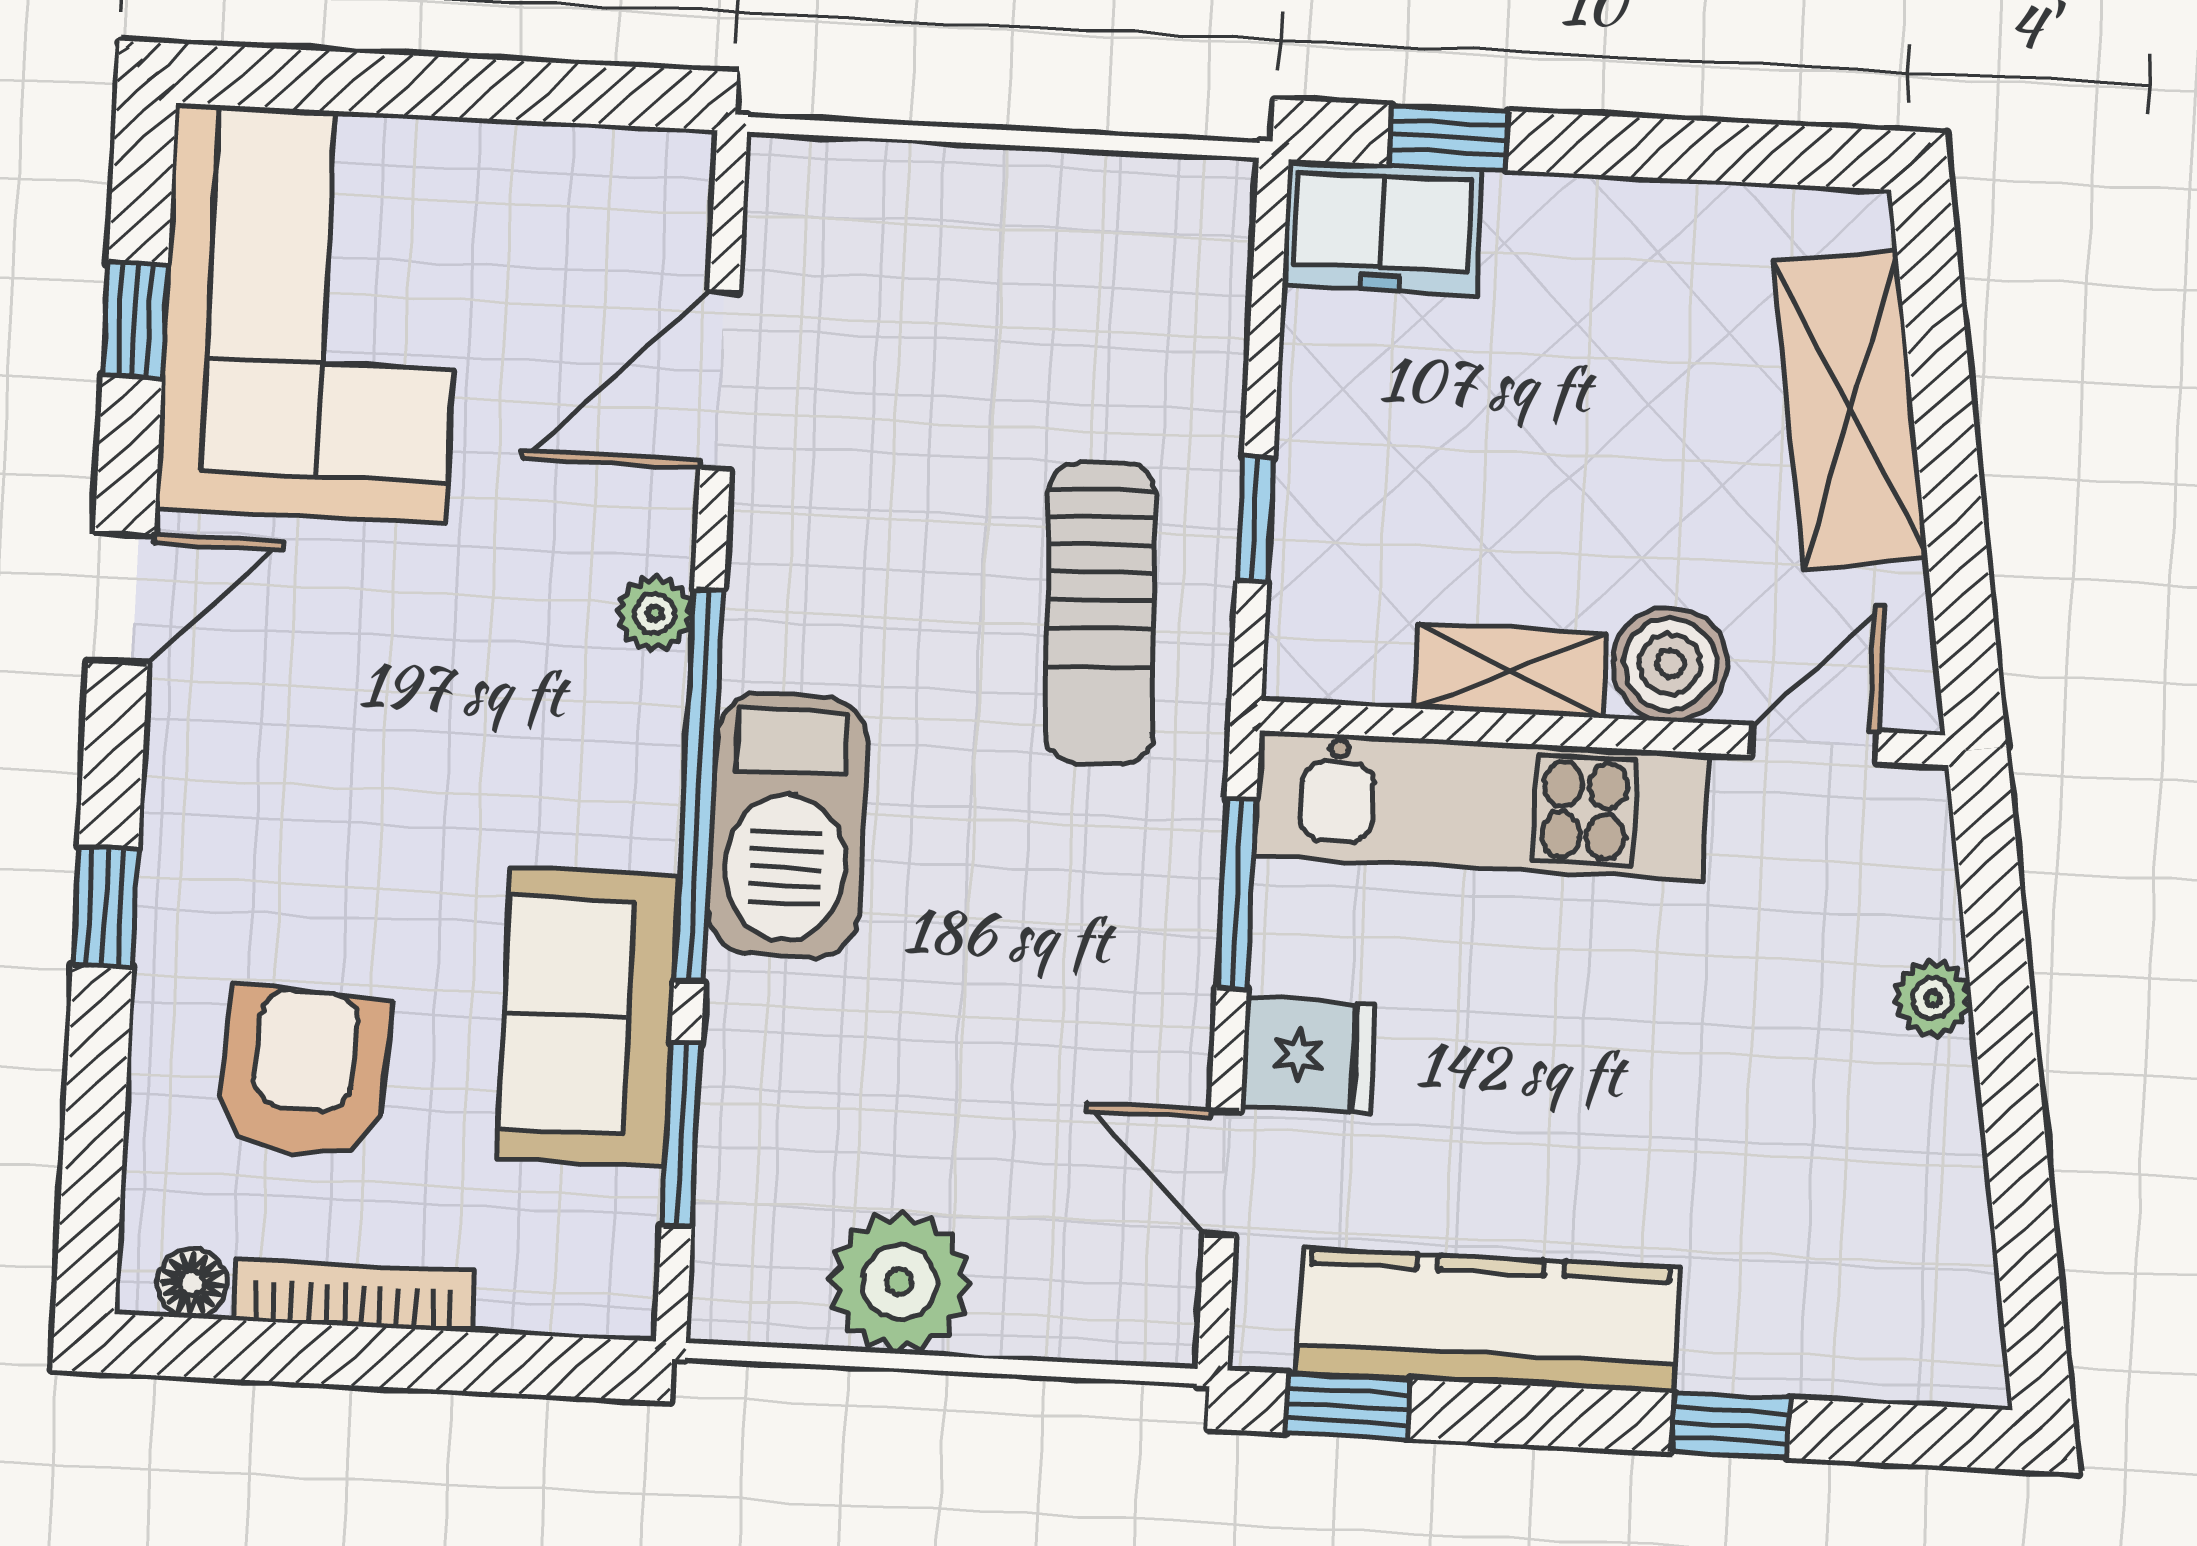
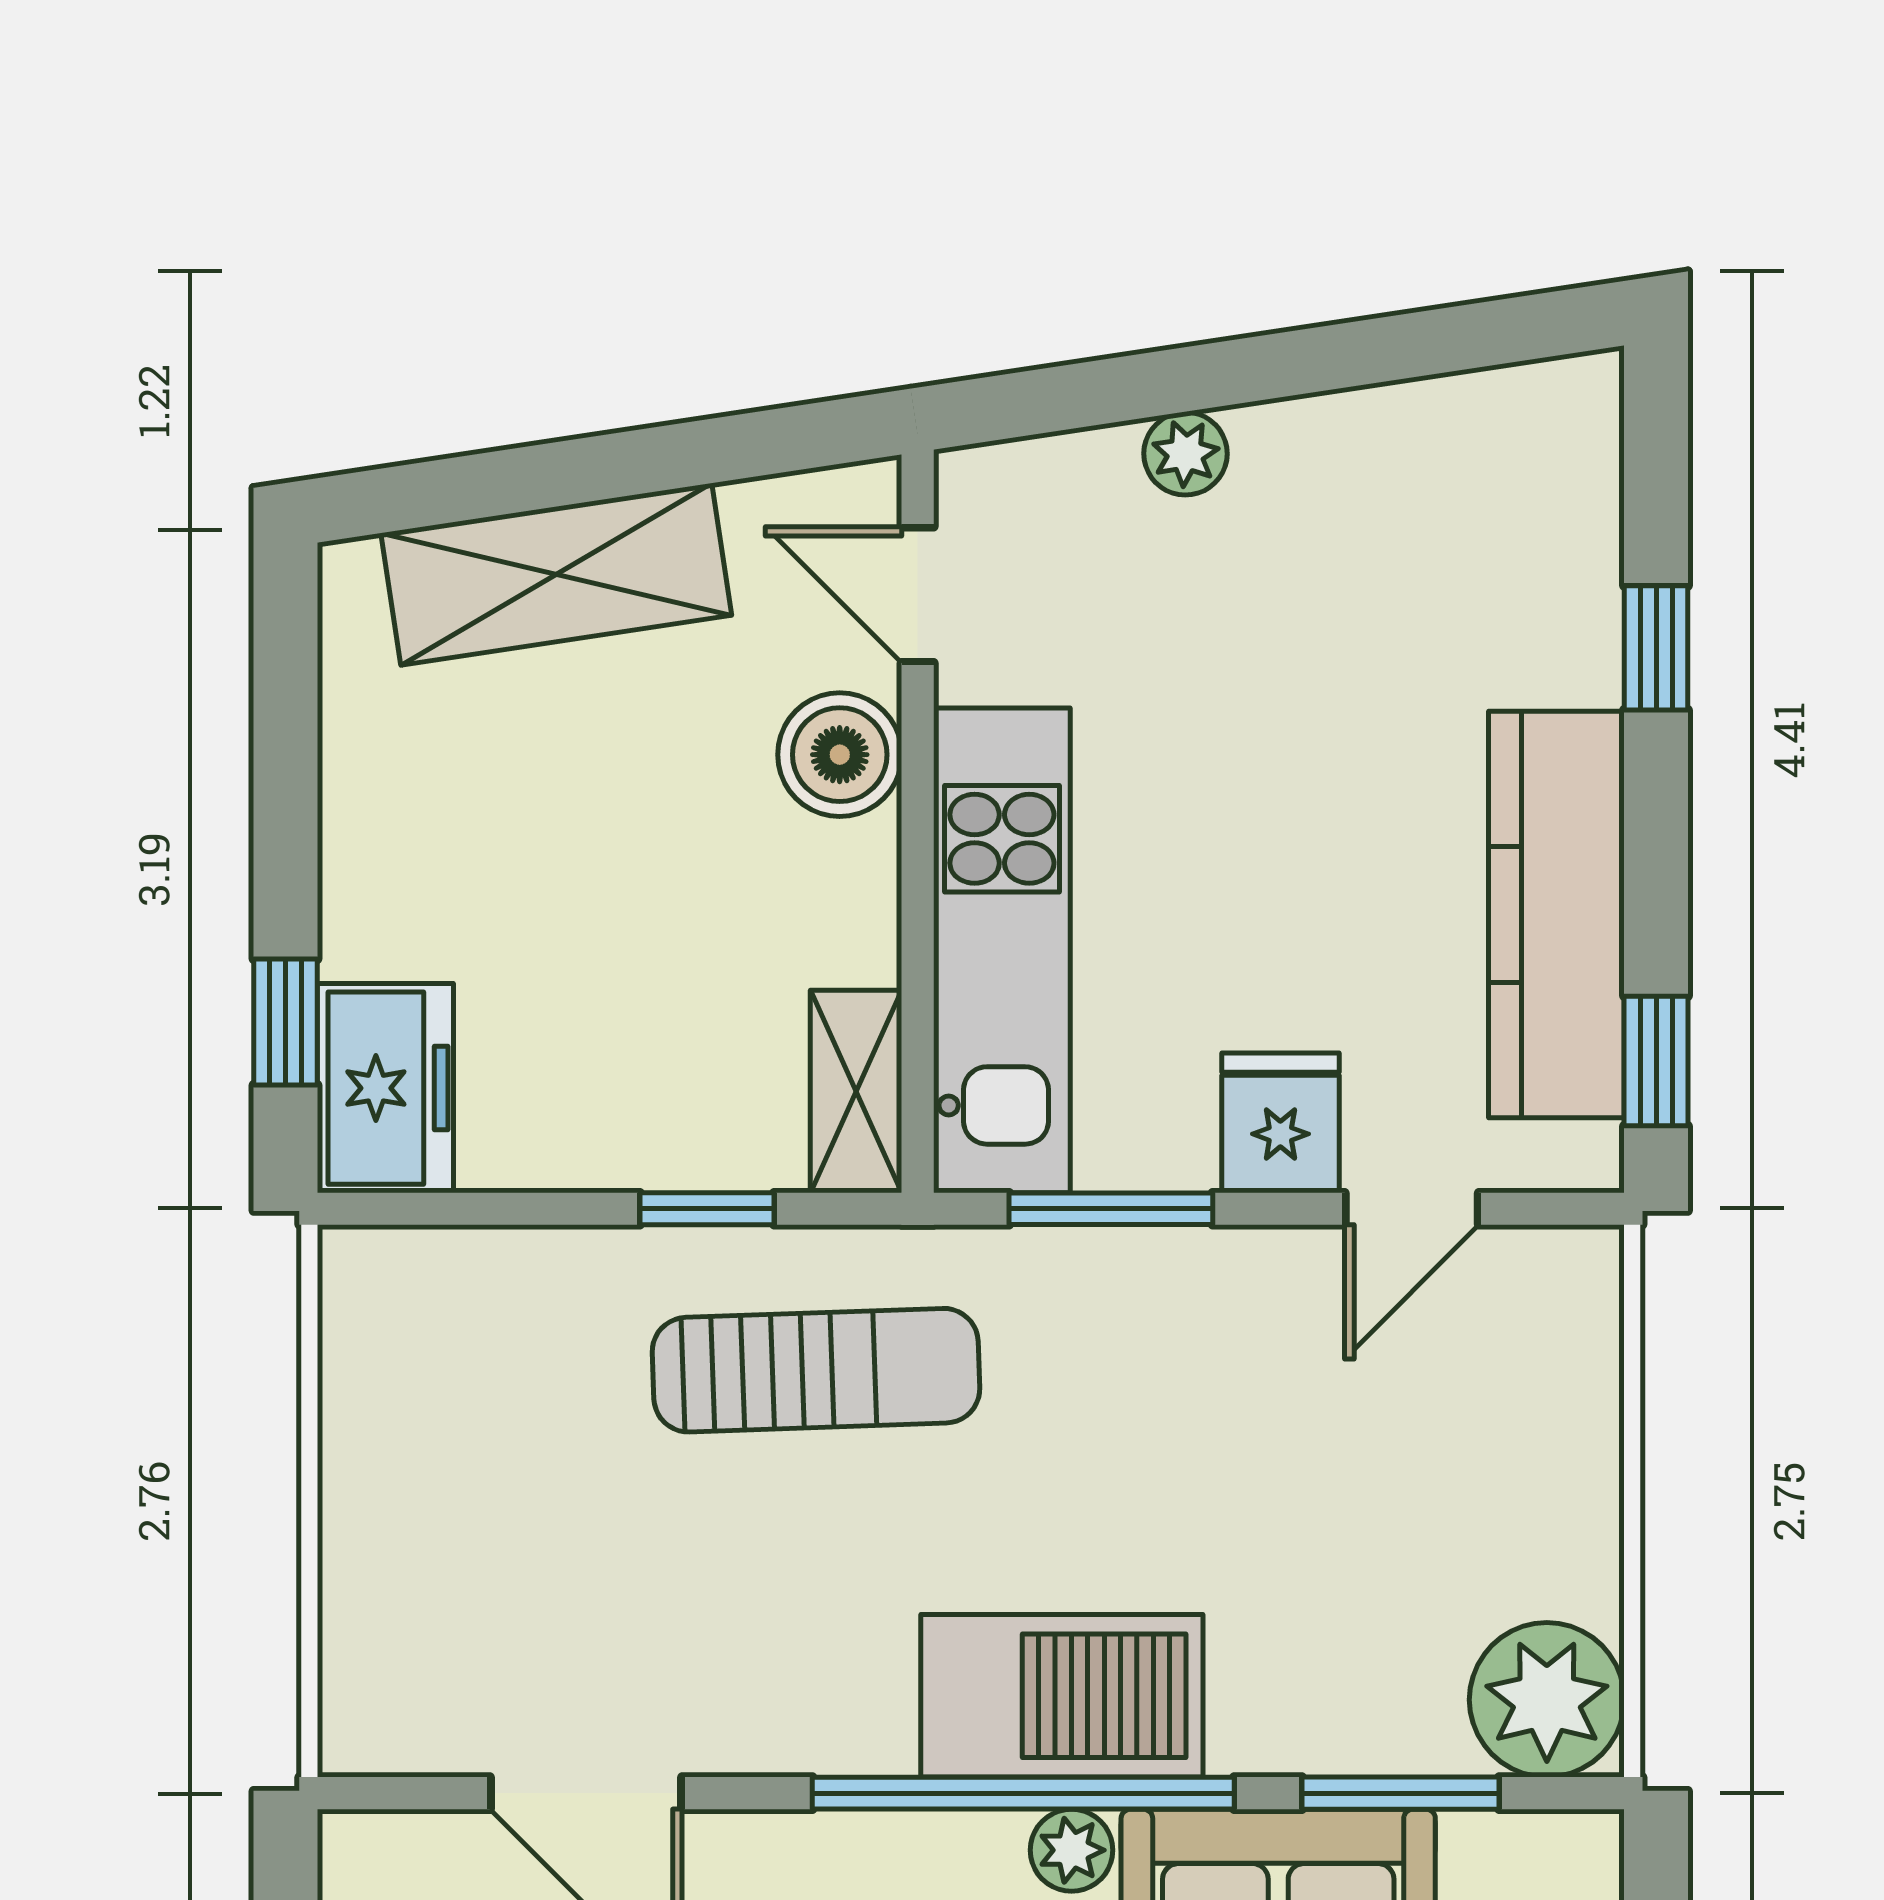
plant: (655, 613) -> (1072, 1850), moved
shelving: (1510, 671) -> (856, 1091), moved
plant: (899, 1282) -> (1547, 1700), moved

